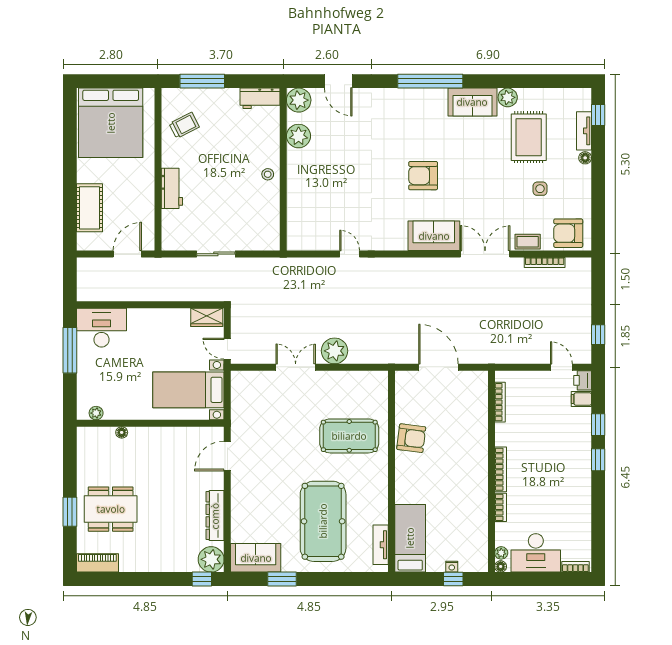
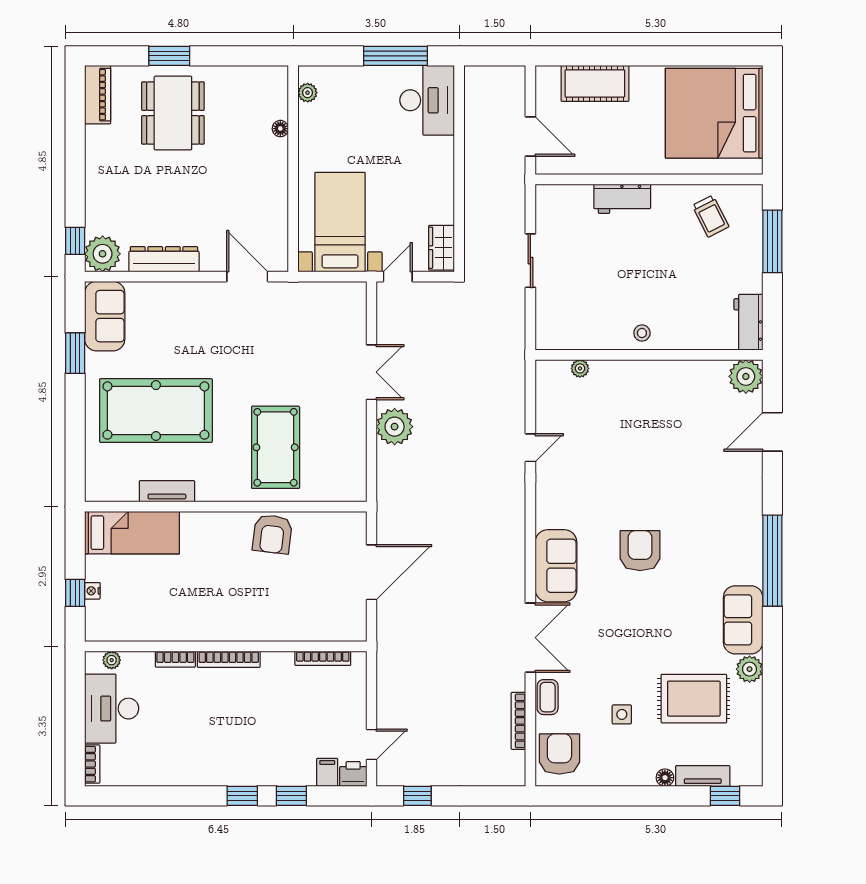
plant: (299, 136) -> (580, 368), moved, width x0.53, depth x0.53
tv unit: (381, 545) -> (167, 491), moved
floor lamp: (501, 566) -> (93, 659), removed

